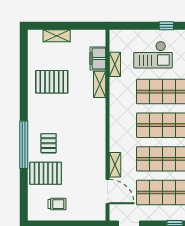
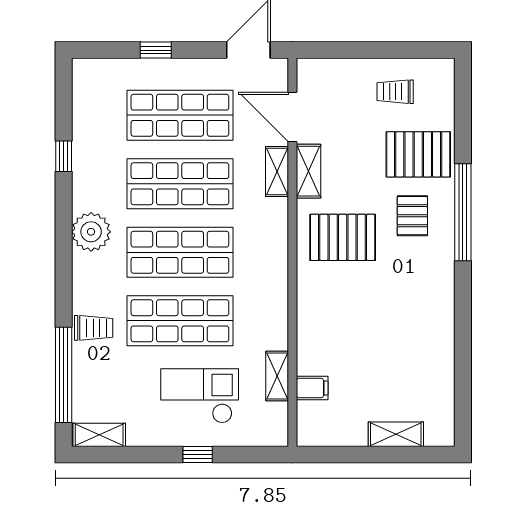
window: (166, 26) -> (198, 455), moved
filing cabinet: (98, 58) -> (312, 388), width x0.50
pallet: (52, 82) -> (343, 237), moved
shelving: (100, 84) -> (308, 171), moved

